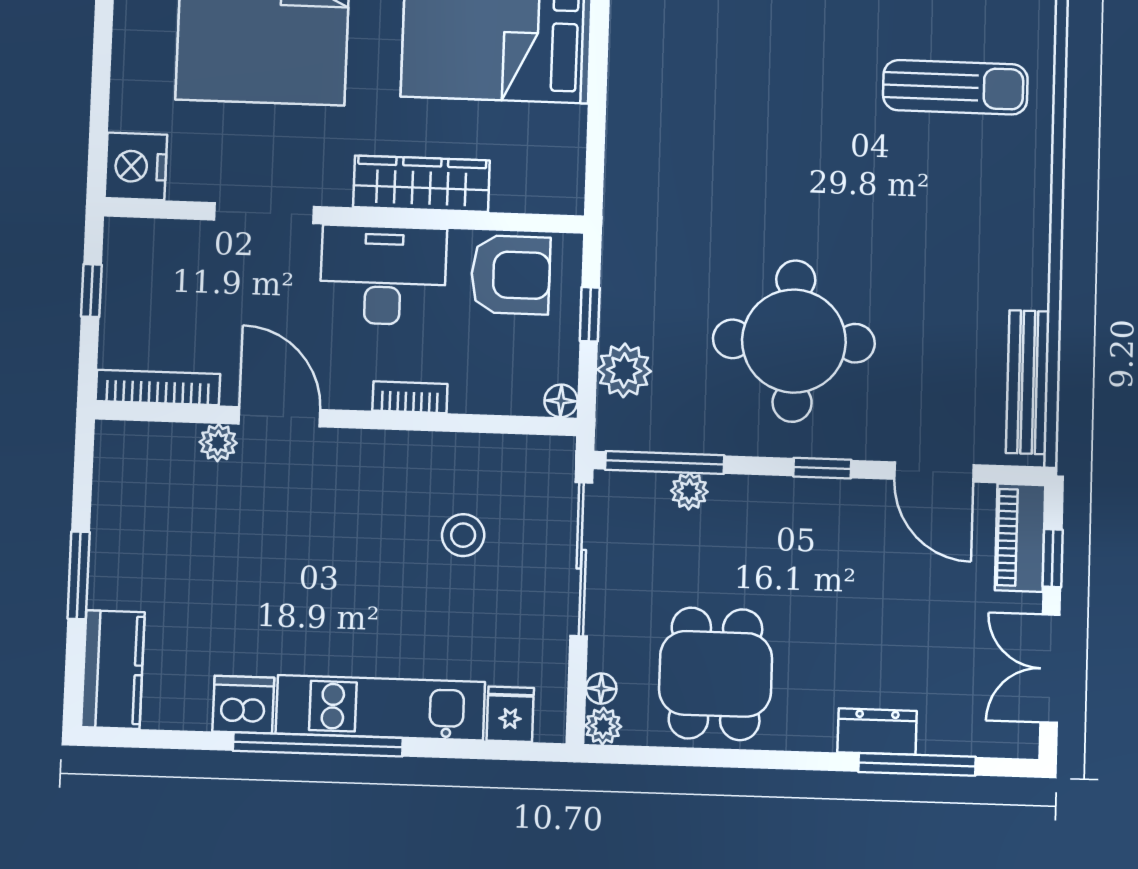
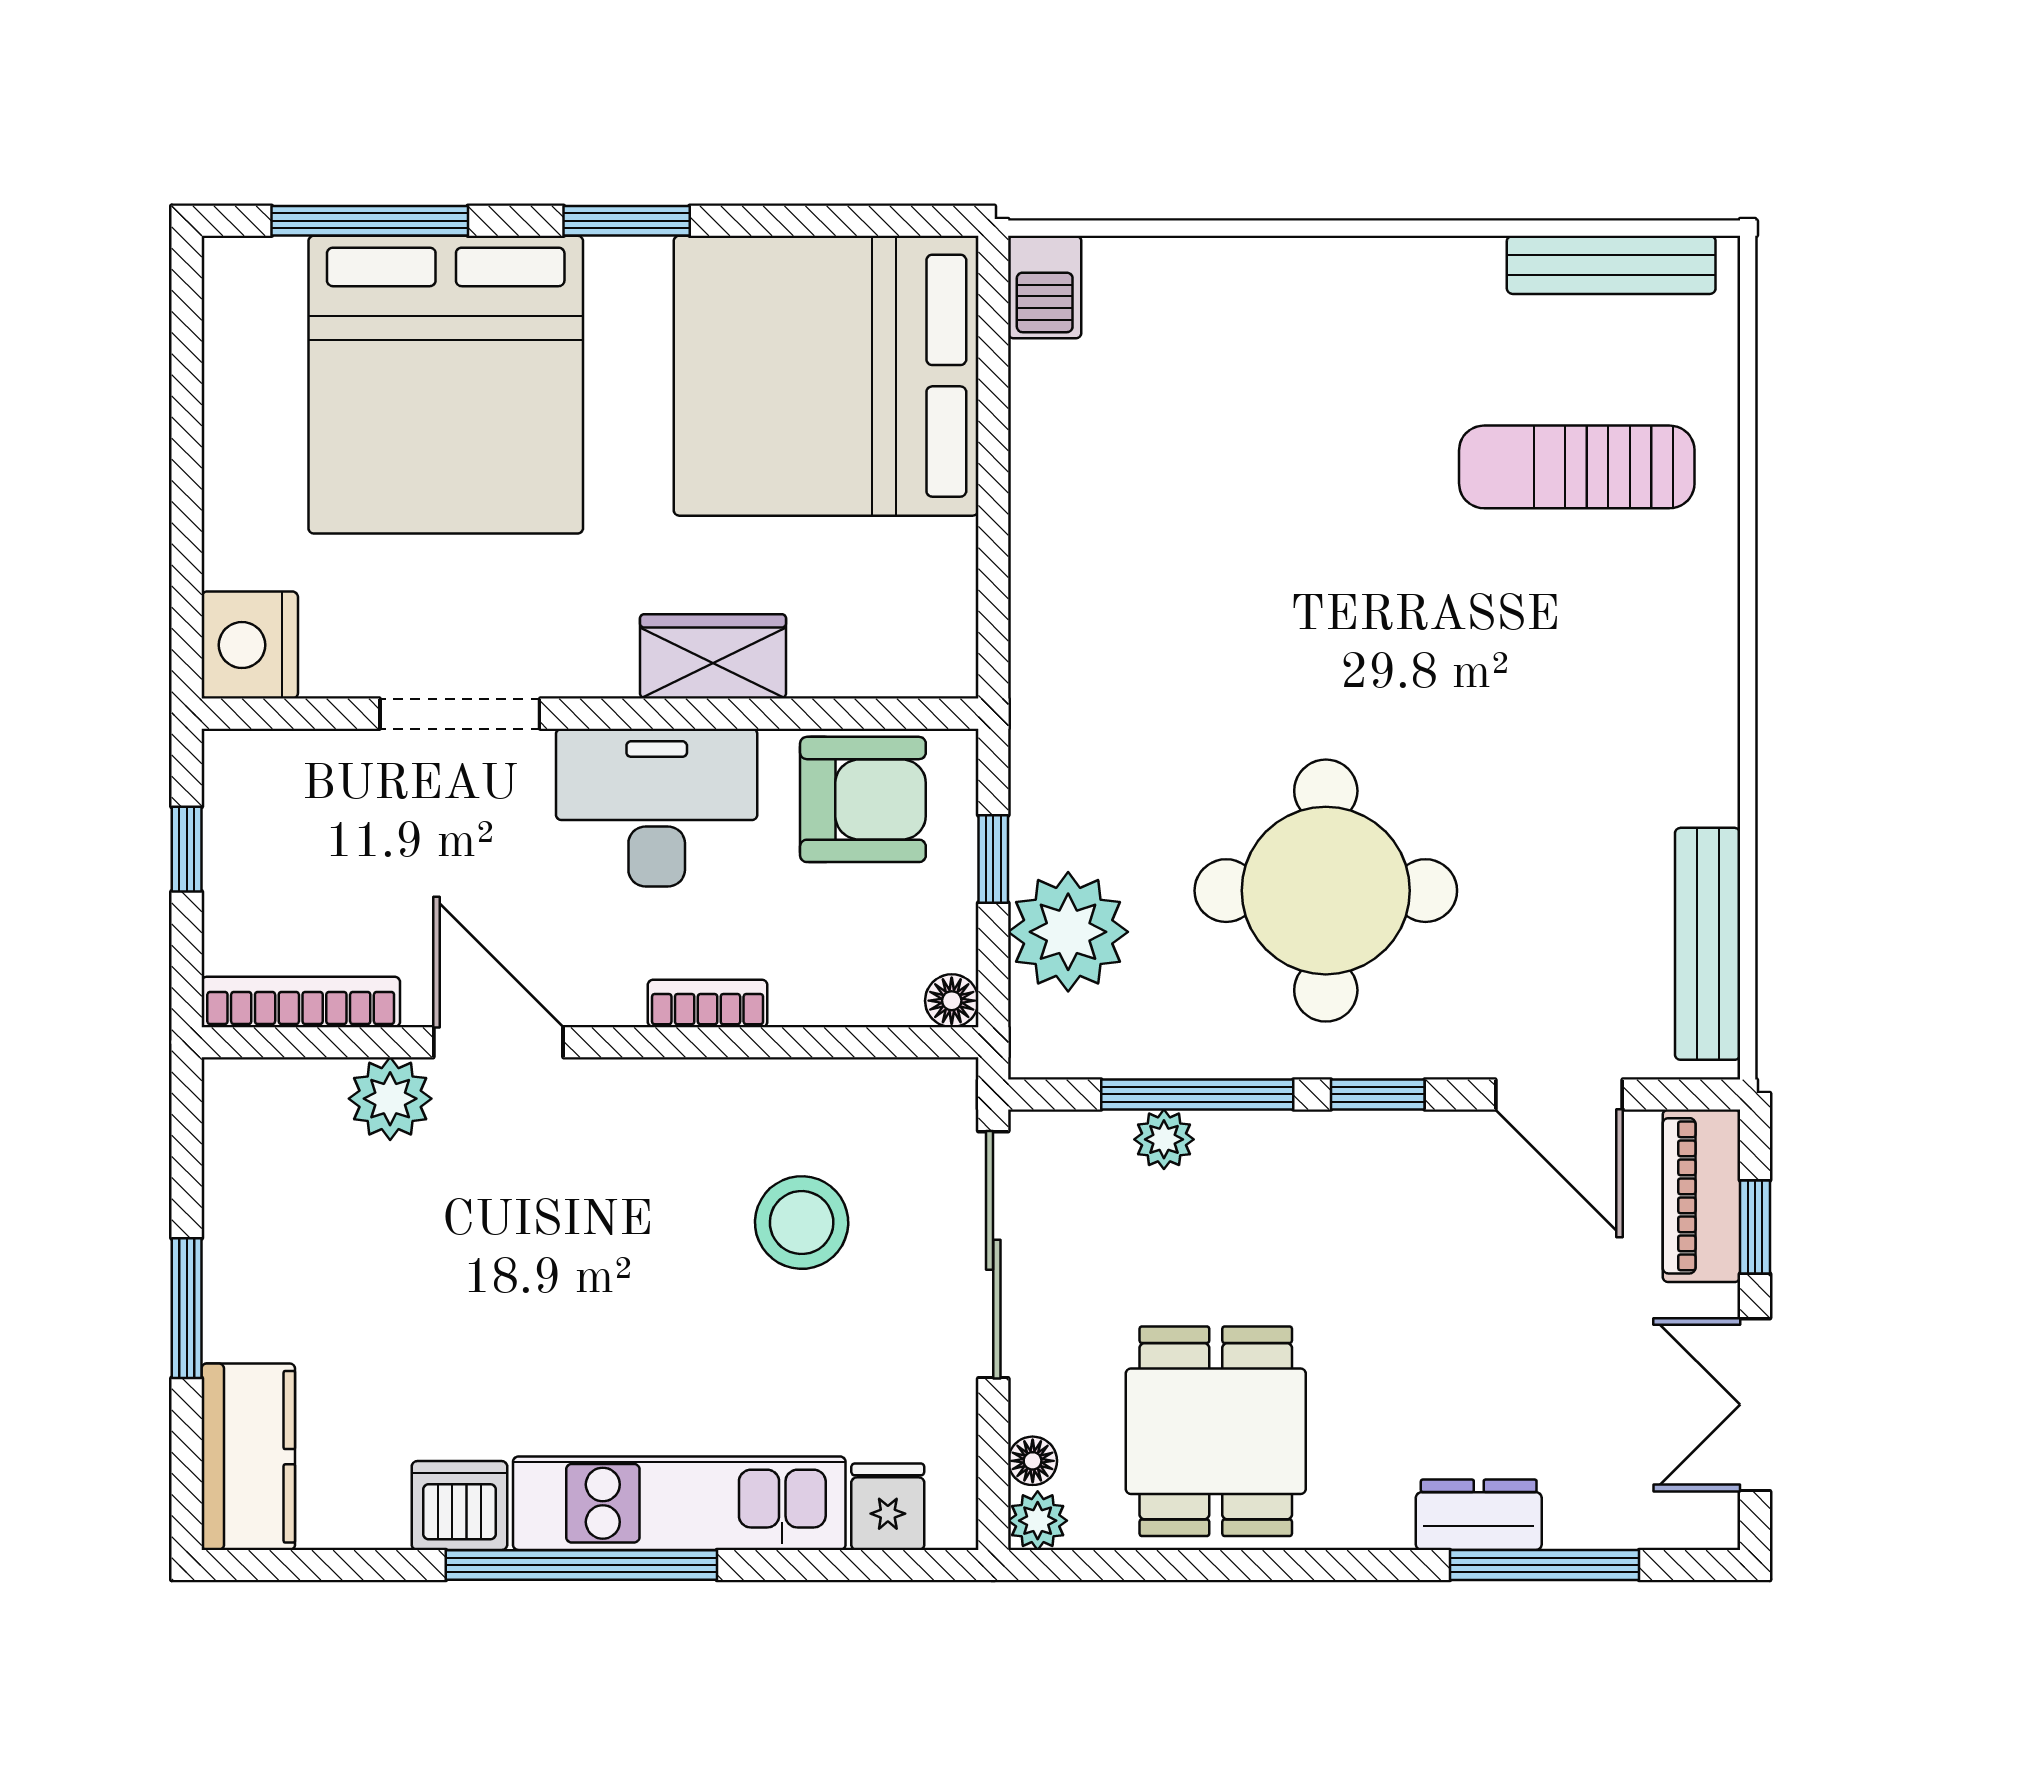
sun lounger: (955, 87) -> (1577, 467), turned 180
wardrobe: (421, 184) -> (713, 656), width x0.67
plant: (624, 370) -> (1068, 932), width x1.36, depth x1.36
plant: (218, 443) -> (390, 1099), width x1.38, depth x1.38
window: (665, 463) -> (1197, 1094), moved
stool: (463, 535) -> (802, 1223), width x1.38, depth x1.38

